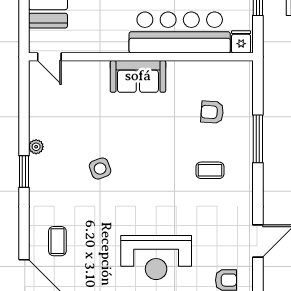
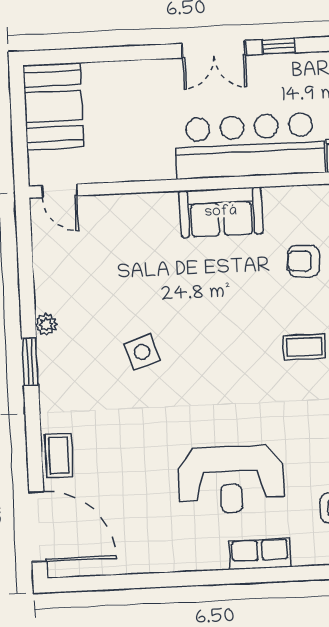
sofa: (138, 76) -> (221, 212), moved
coffee table: (57, 241) -> (59, 456), moved

